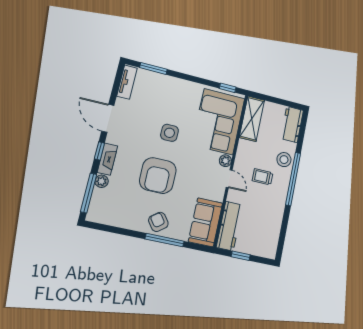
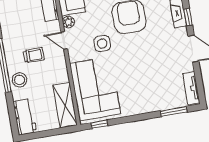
side table: (169, 133) -> (102, 44), moved
plant: (225, 161) -> (68, 22), moved

